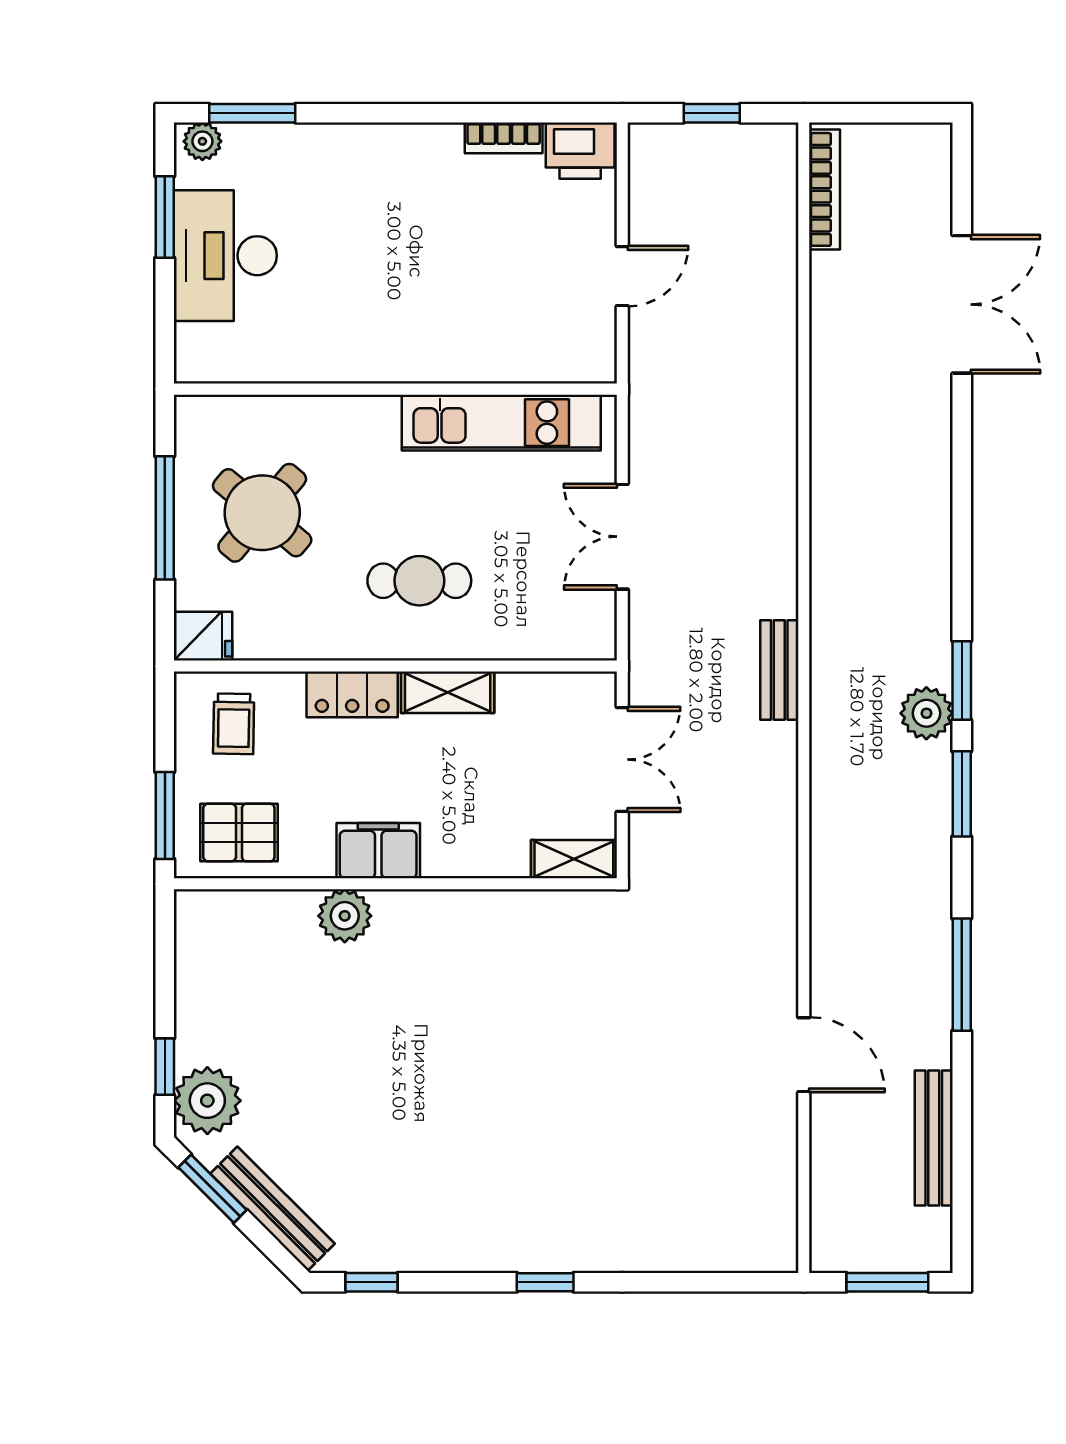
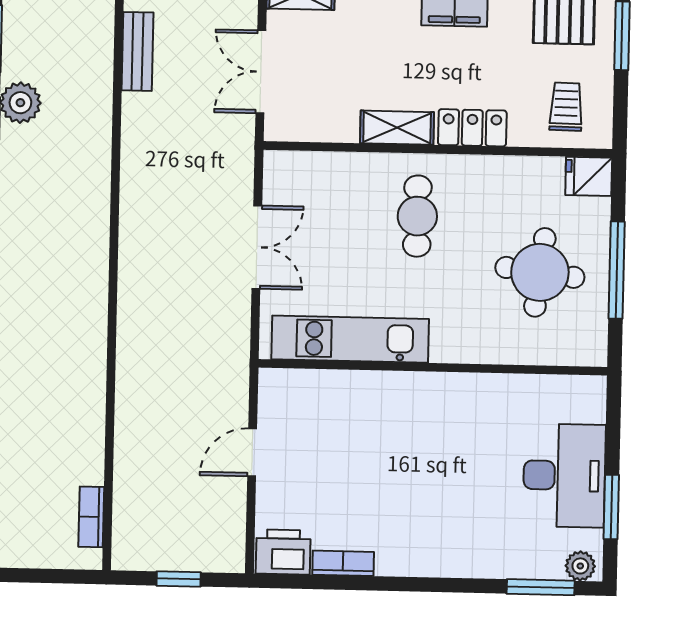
bookcase: (825, 189) -> (91, 517), width x0.64
round table: (262, 513) -> (540, 272), turned -33
cafe table: (419, 581) -> (417, 216), turned 90
bench: (779, 670) -> (138, 51), moved

